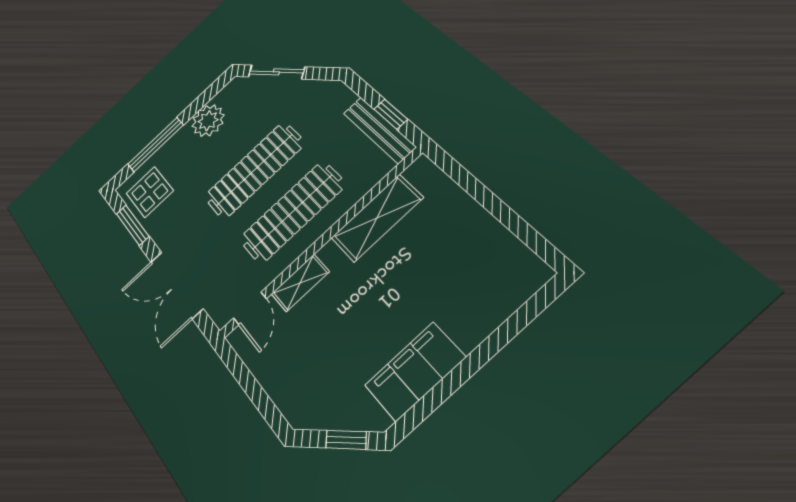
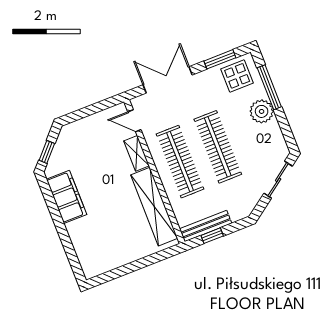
plant: (208, 121) -> (262, 111), moved
shelving: (377, 218) -> (154, 207), width x1.47

